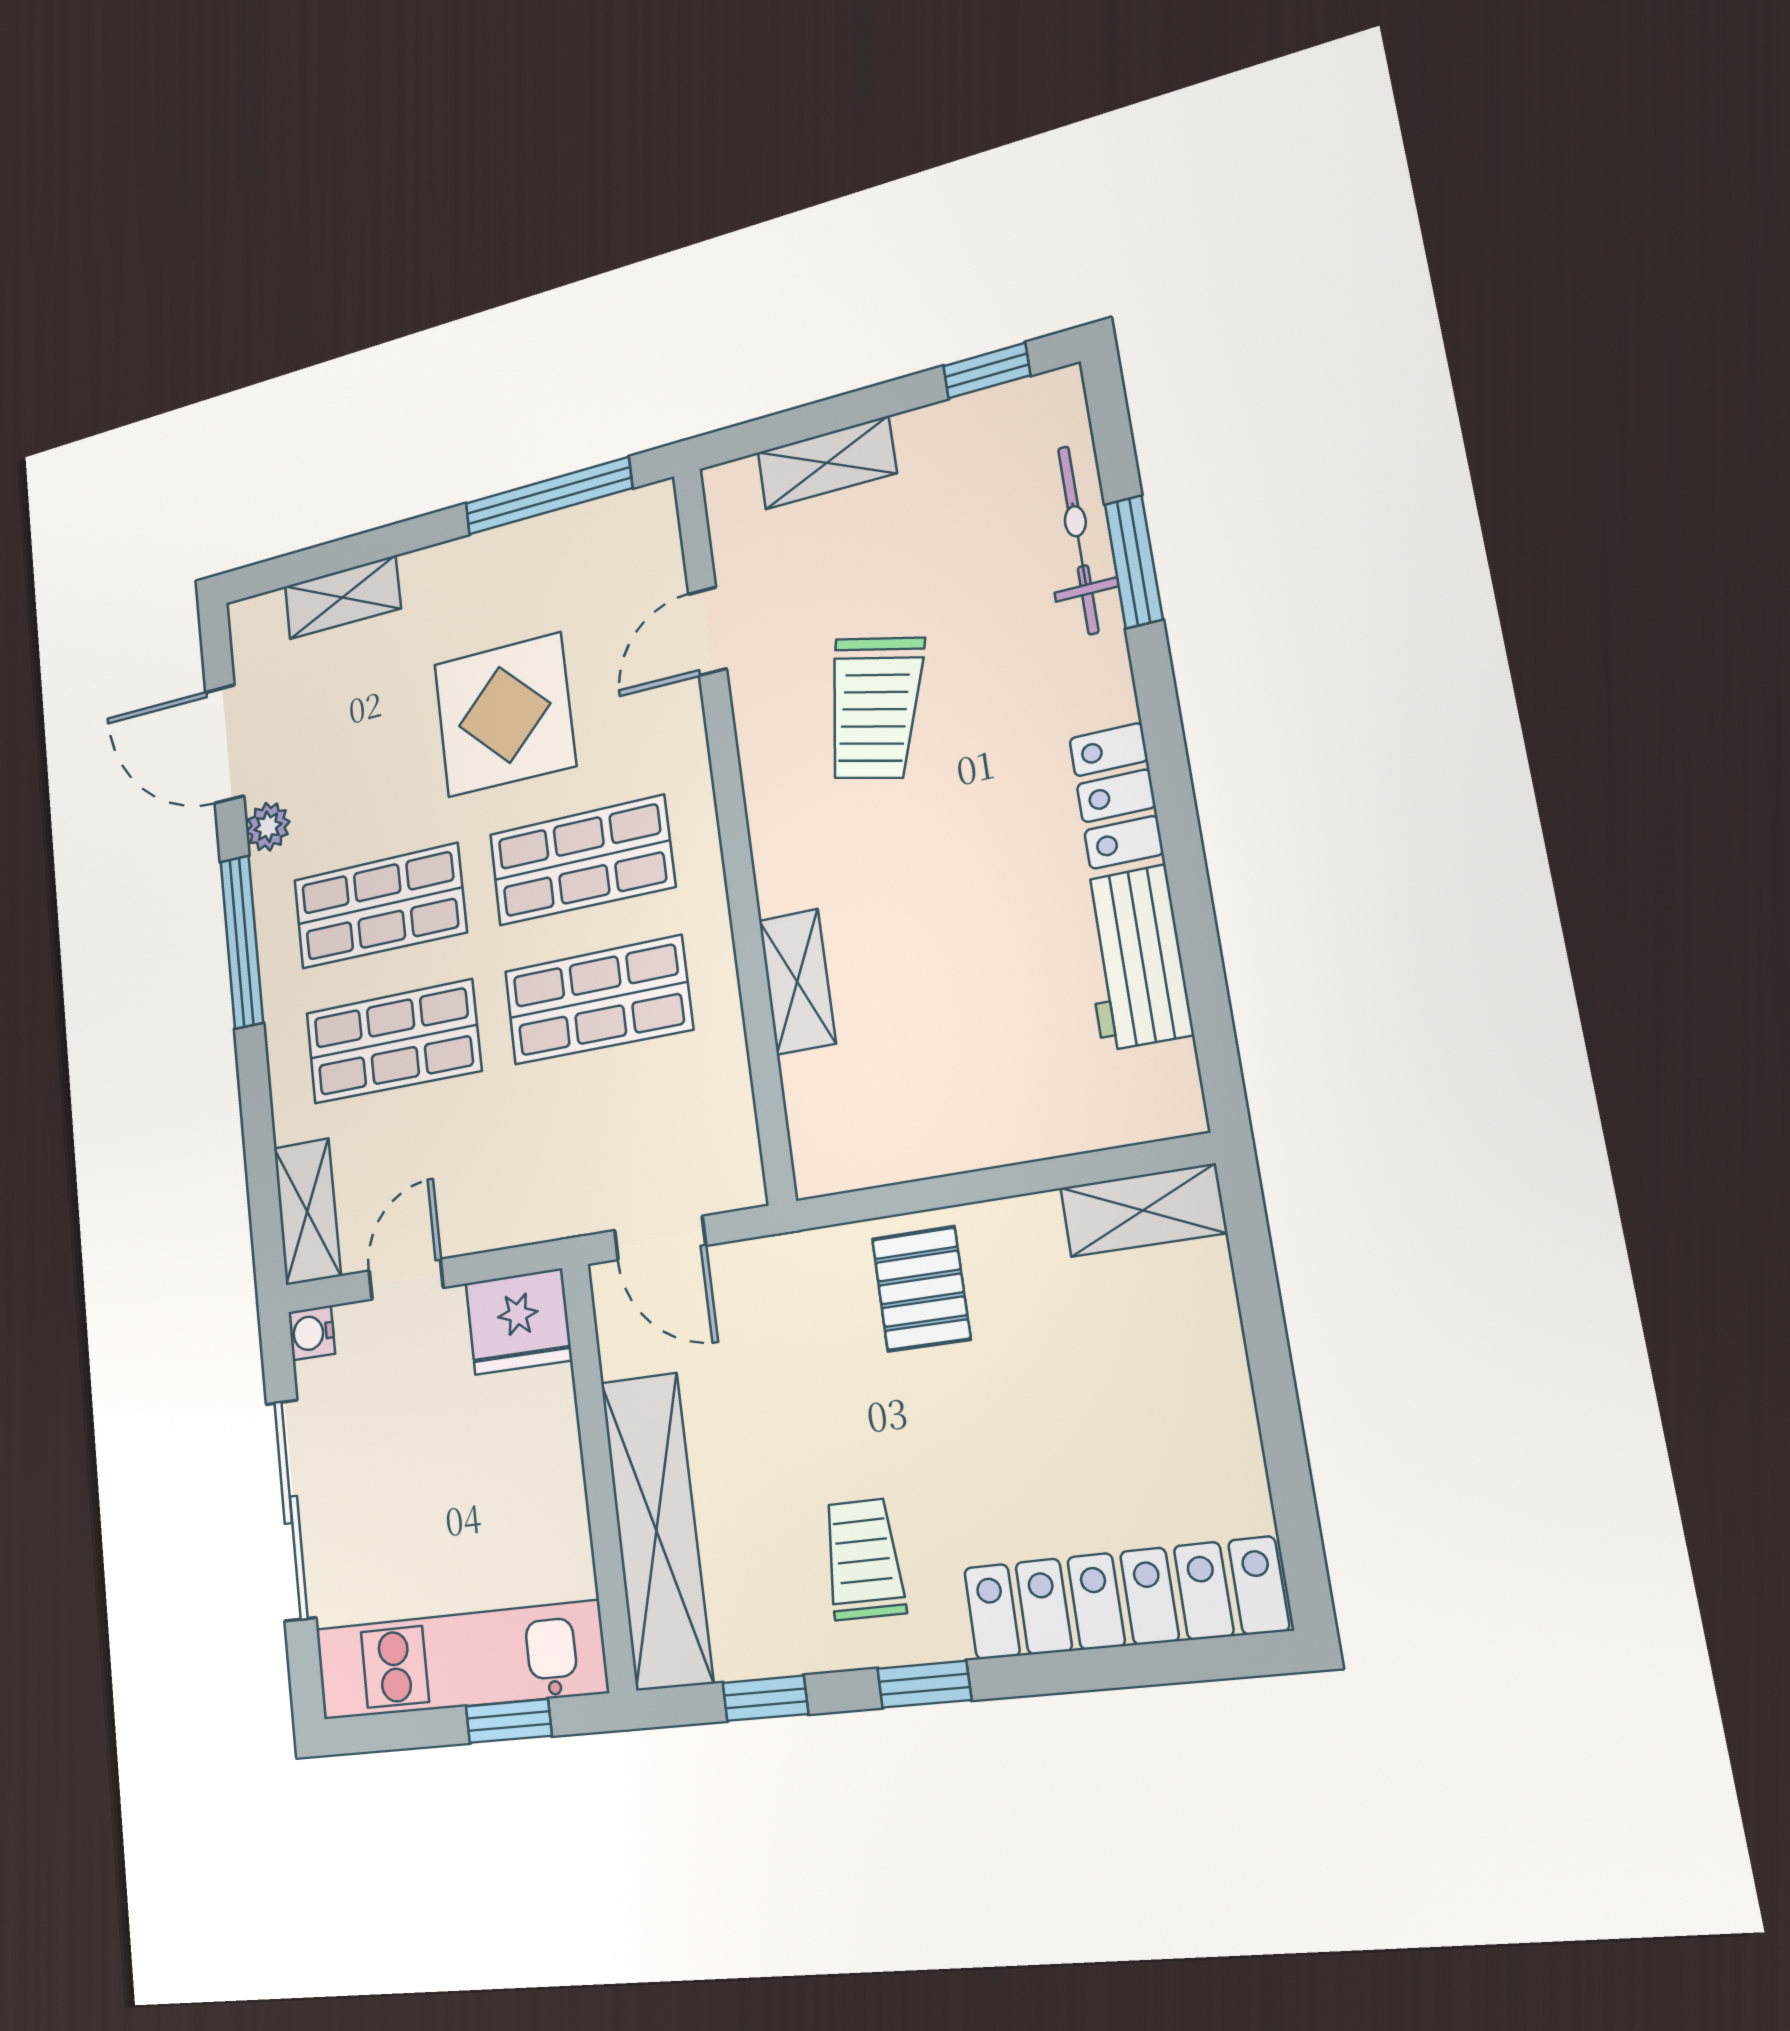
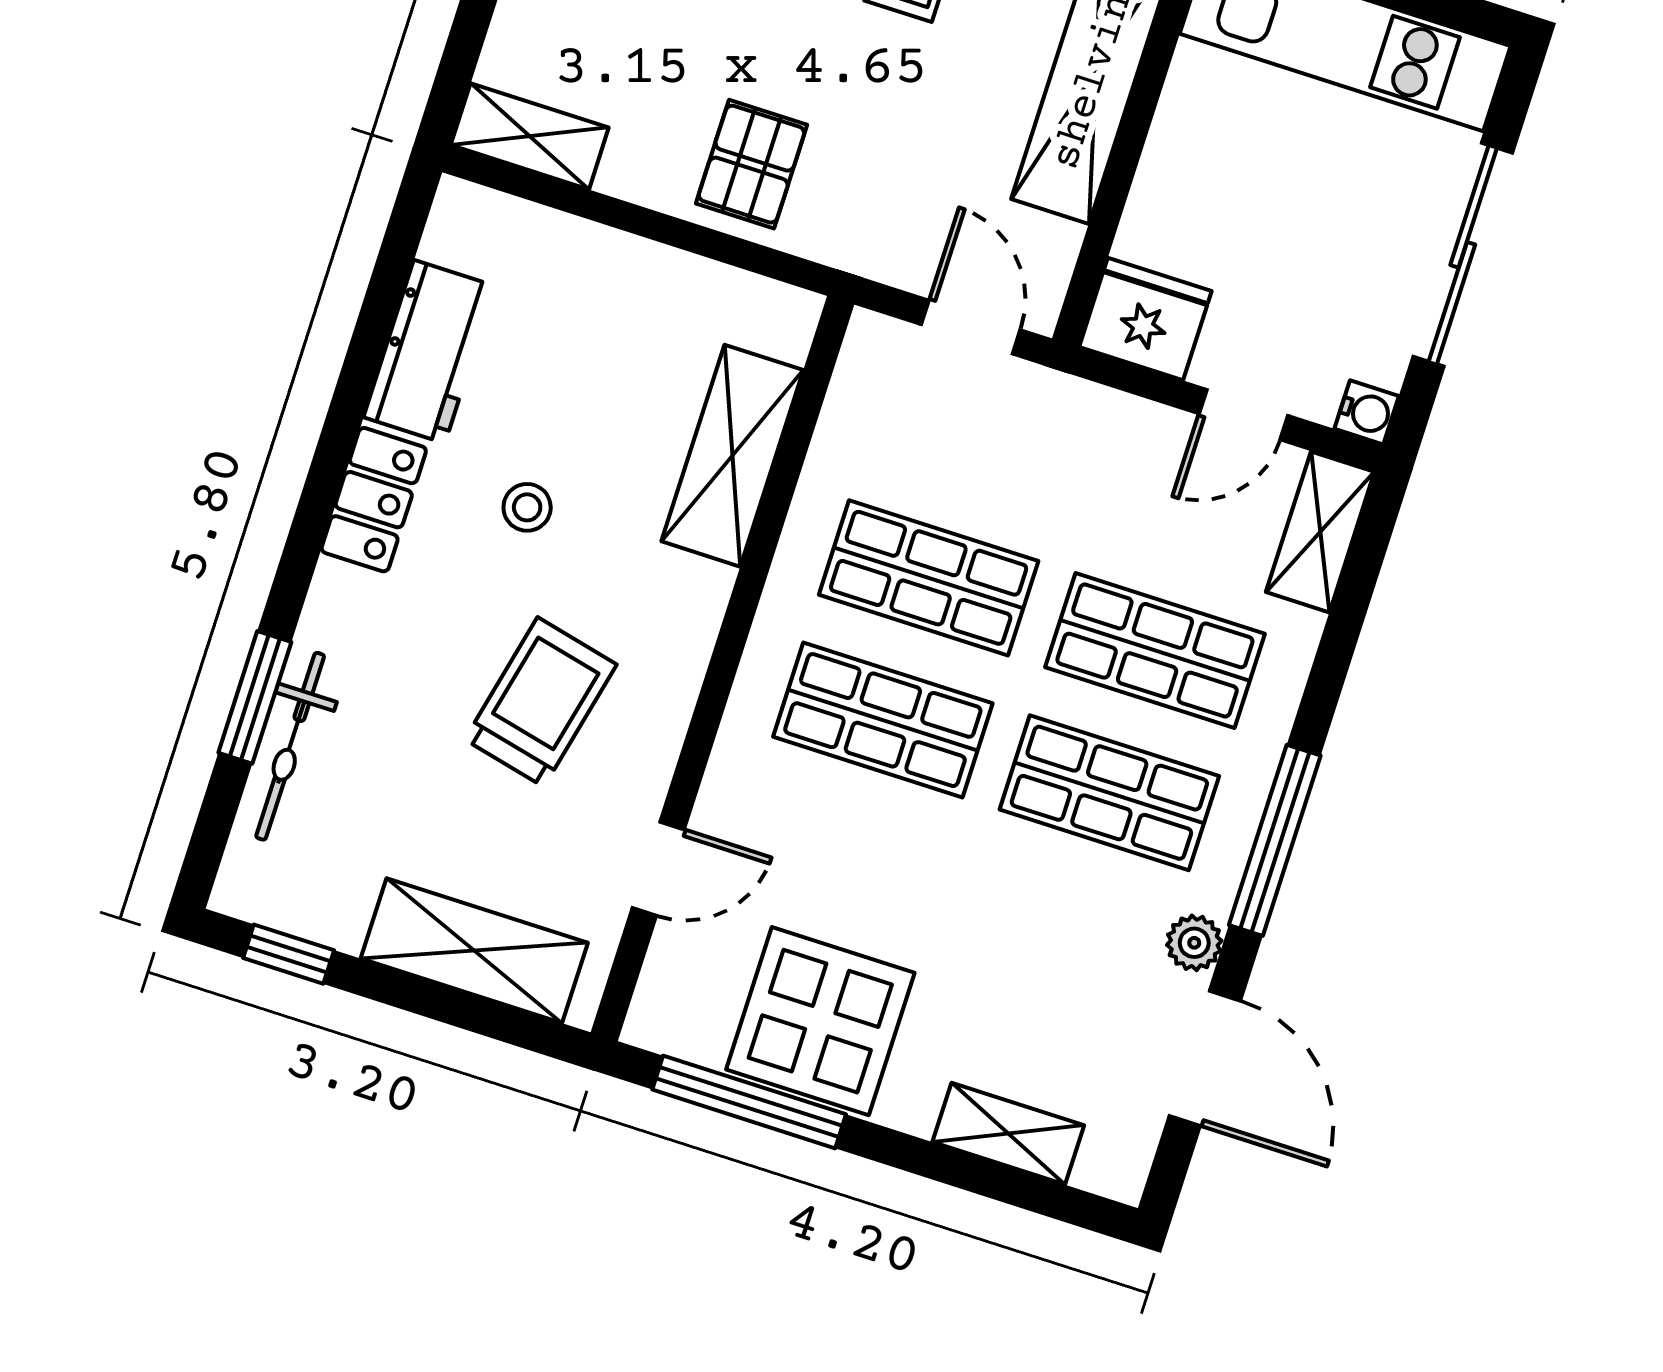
shelving: (827, 463) -> (474, 951), width x1.50, depth x1.33
display table: (505, 715) -> (820, 1021), moved
stool: (971, 867) -> (527, 507), added
shelving: (797, 982) -> (732, 456), width x1.50, depth x1.33

